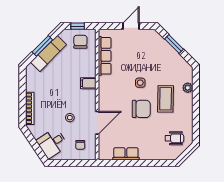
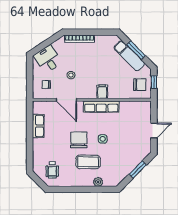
door: (131, 26) -> (154, 131), hinge flipped
row of seats: (105, 56) -> (101, 107), moved
chair: (141, 109) -> (79, 140), turned 180

